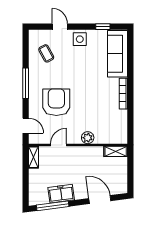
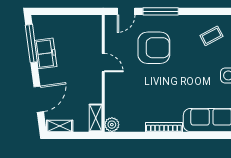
window: (26, 83) -> (161, 11), moved
plant: (88, 138) -> (112, 125), moved
door: (58, 145) -> (103, 63), moved
shelving: (34, 157) -> (60, 126), moved

